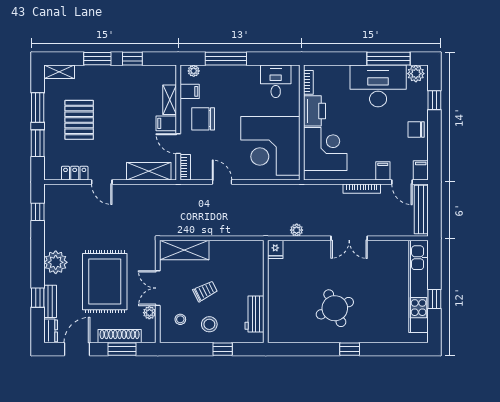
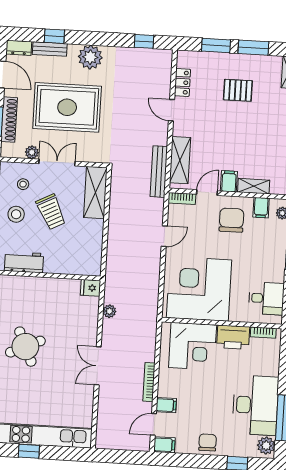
pallet: (79, 120) -> (238, 90), width x0.67, depth x0.71
door: (102, 182) -> (172, 110), hinge flipped
bench: (421, 209) -> (159, 172), moved, turned 90
trolley: (205, 291) -> (51, 212), width x1.36, depth x1.39

